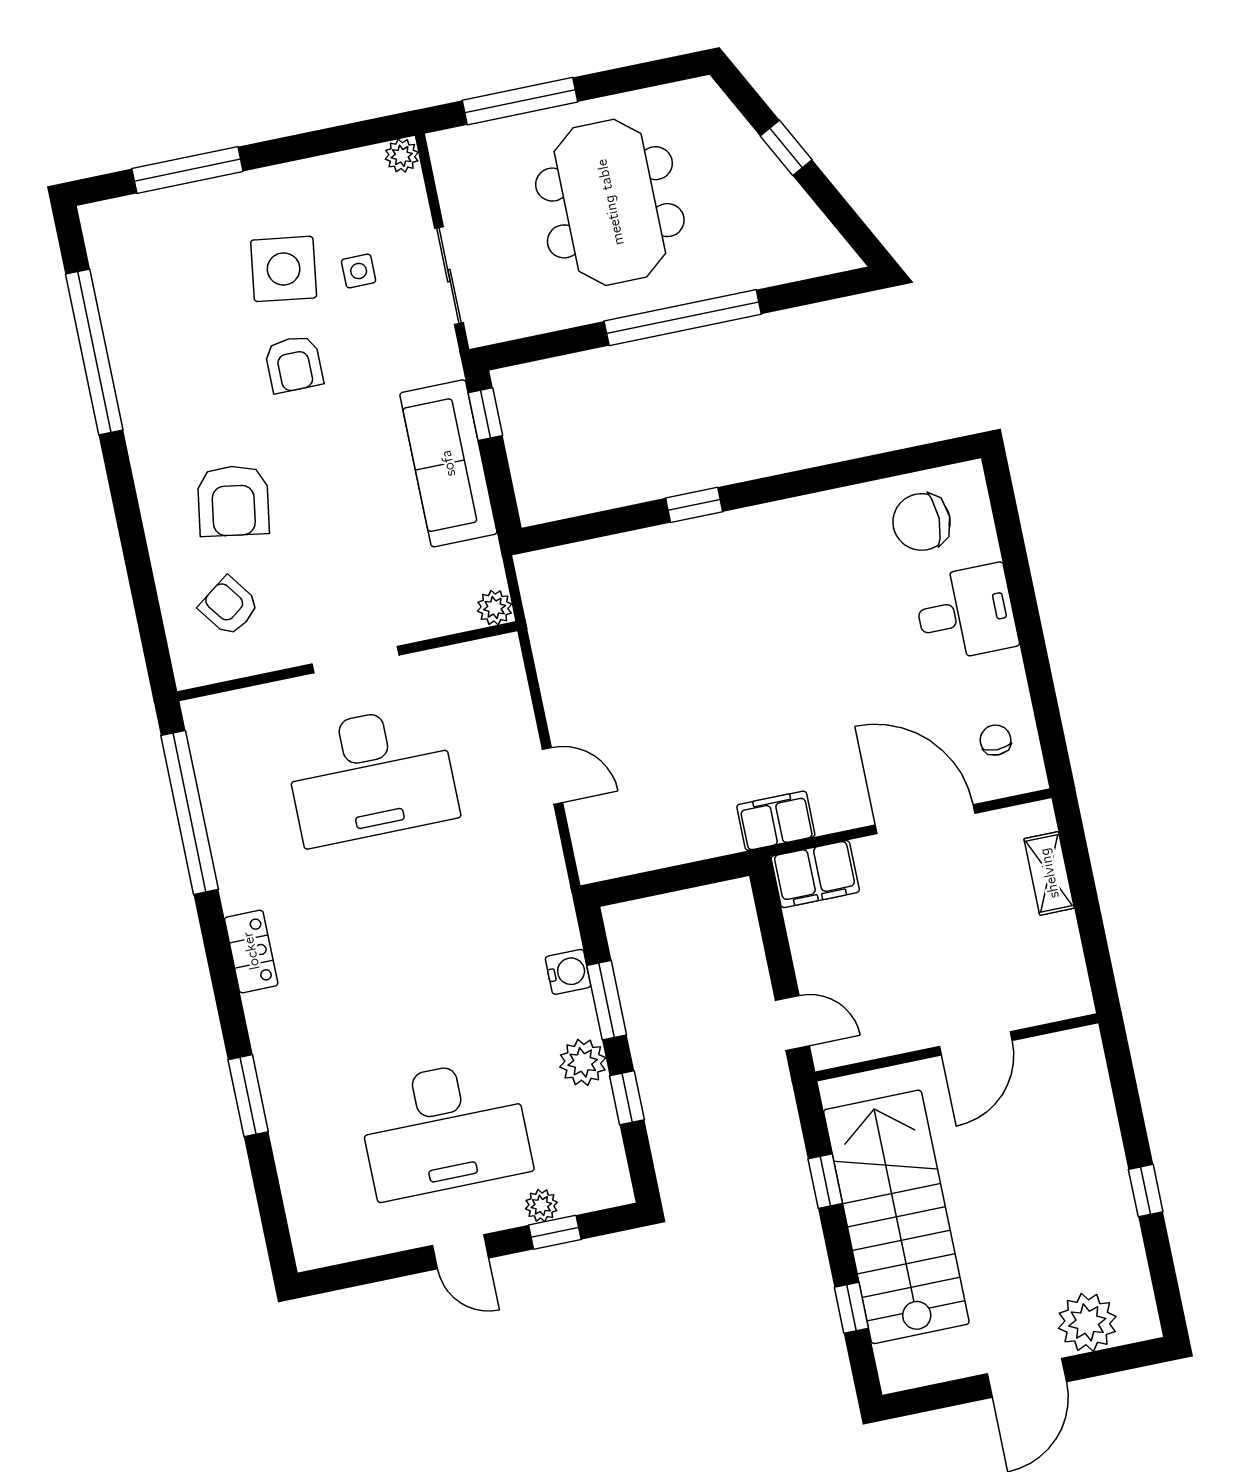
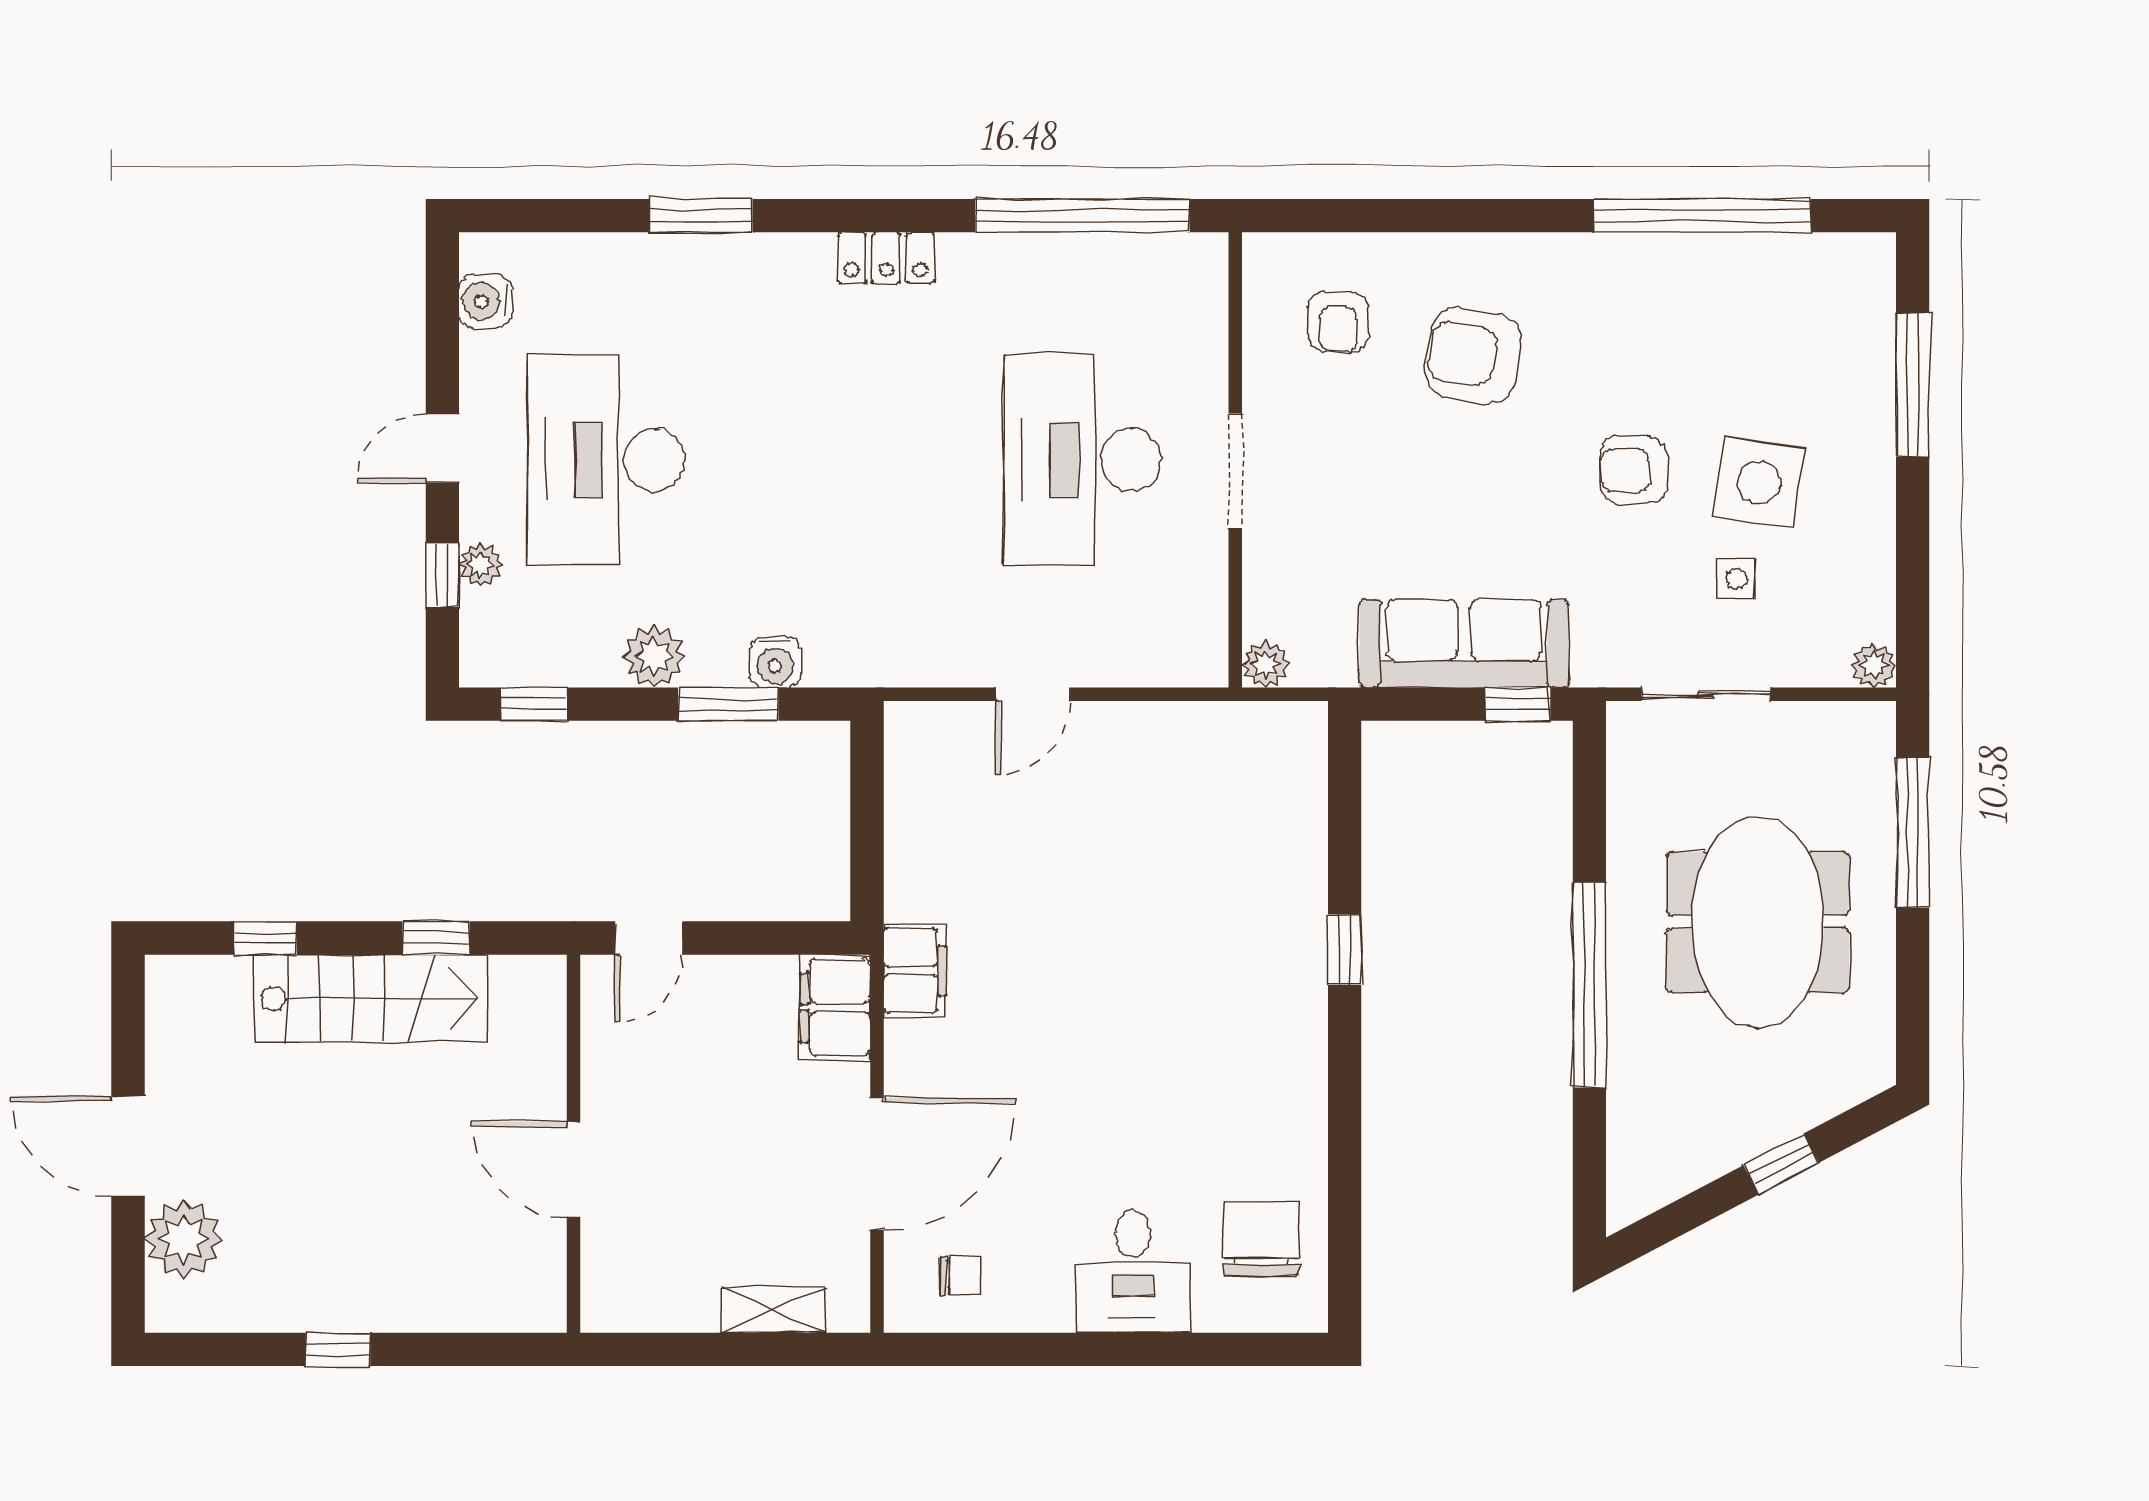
meeting table: (610, 202) -> (1758, 922), turned 90
armchair: (229, 606) -> (1338, 322), turned 126
window: (627, 1098) -> (534, 704), moved
stairs: (896, 1217) -> (371, 998), width x0.73, depth x0.66
water cooler: (345, 1242) -> (486, 301), added

